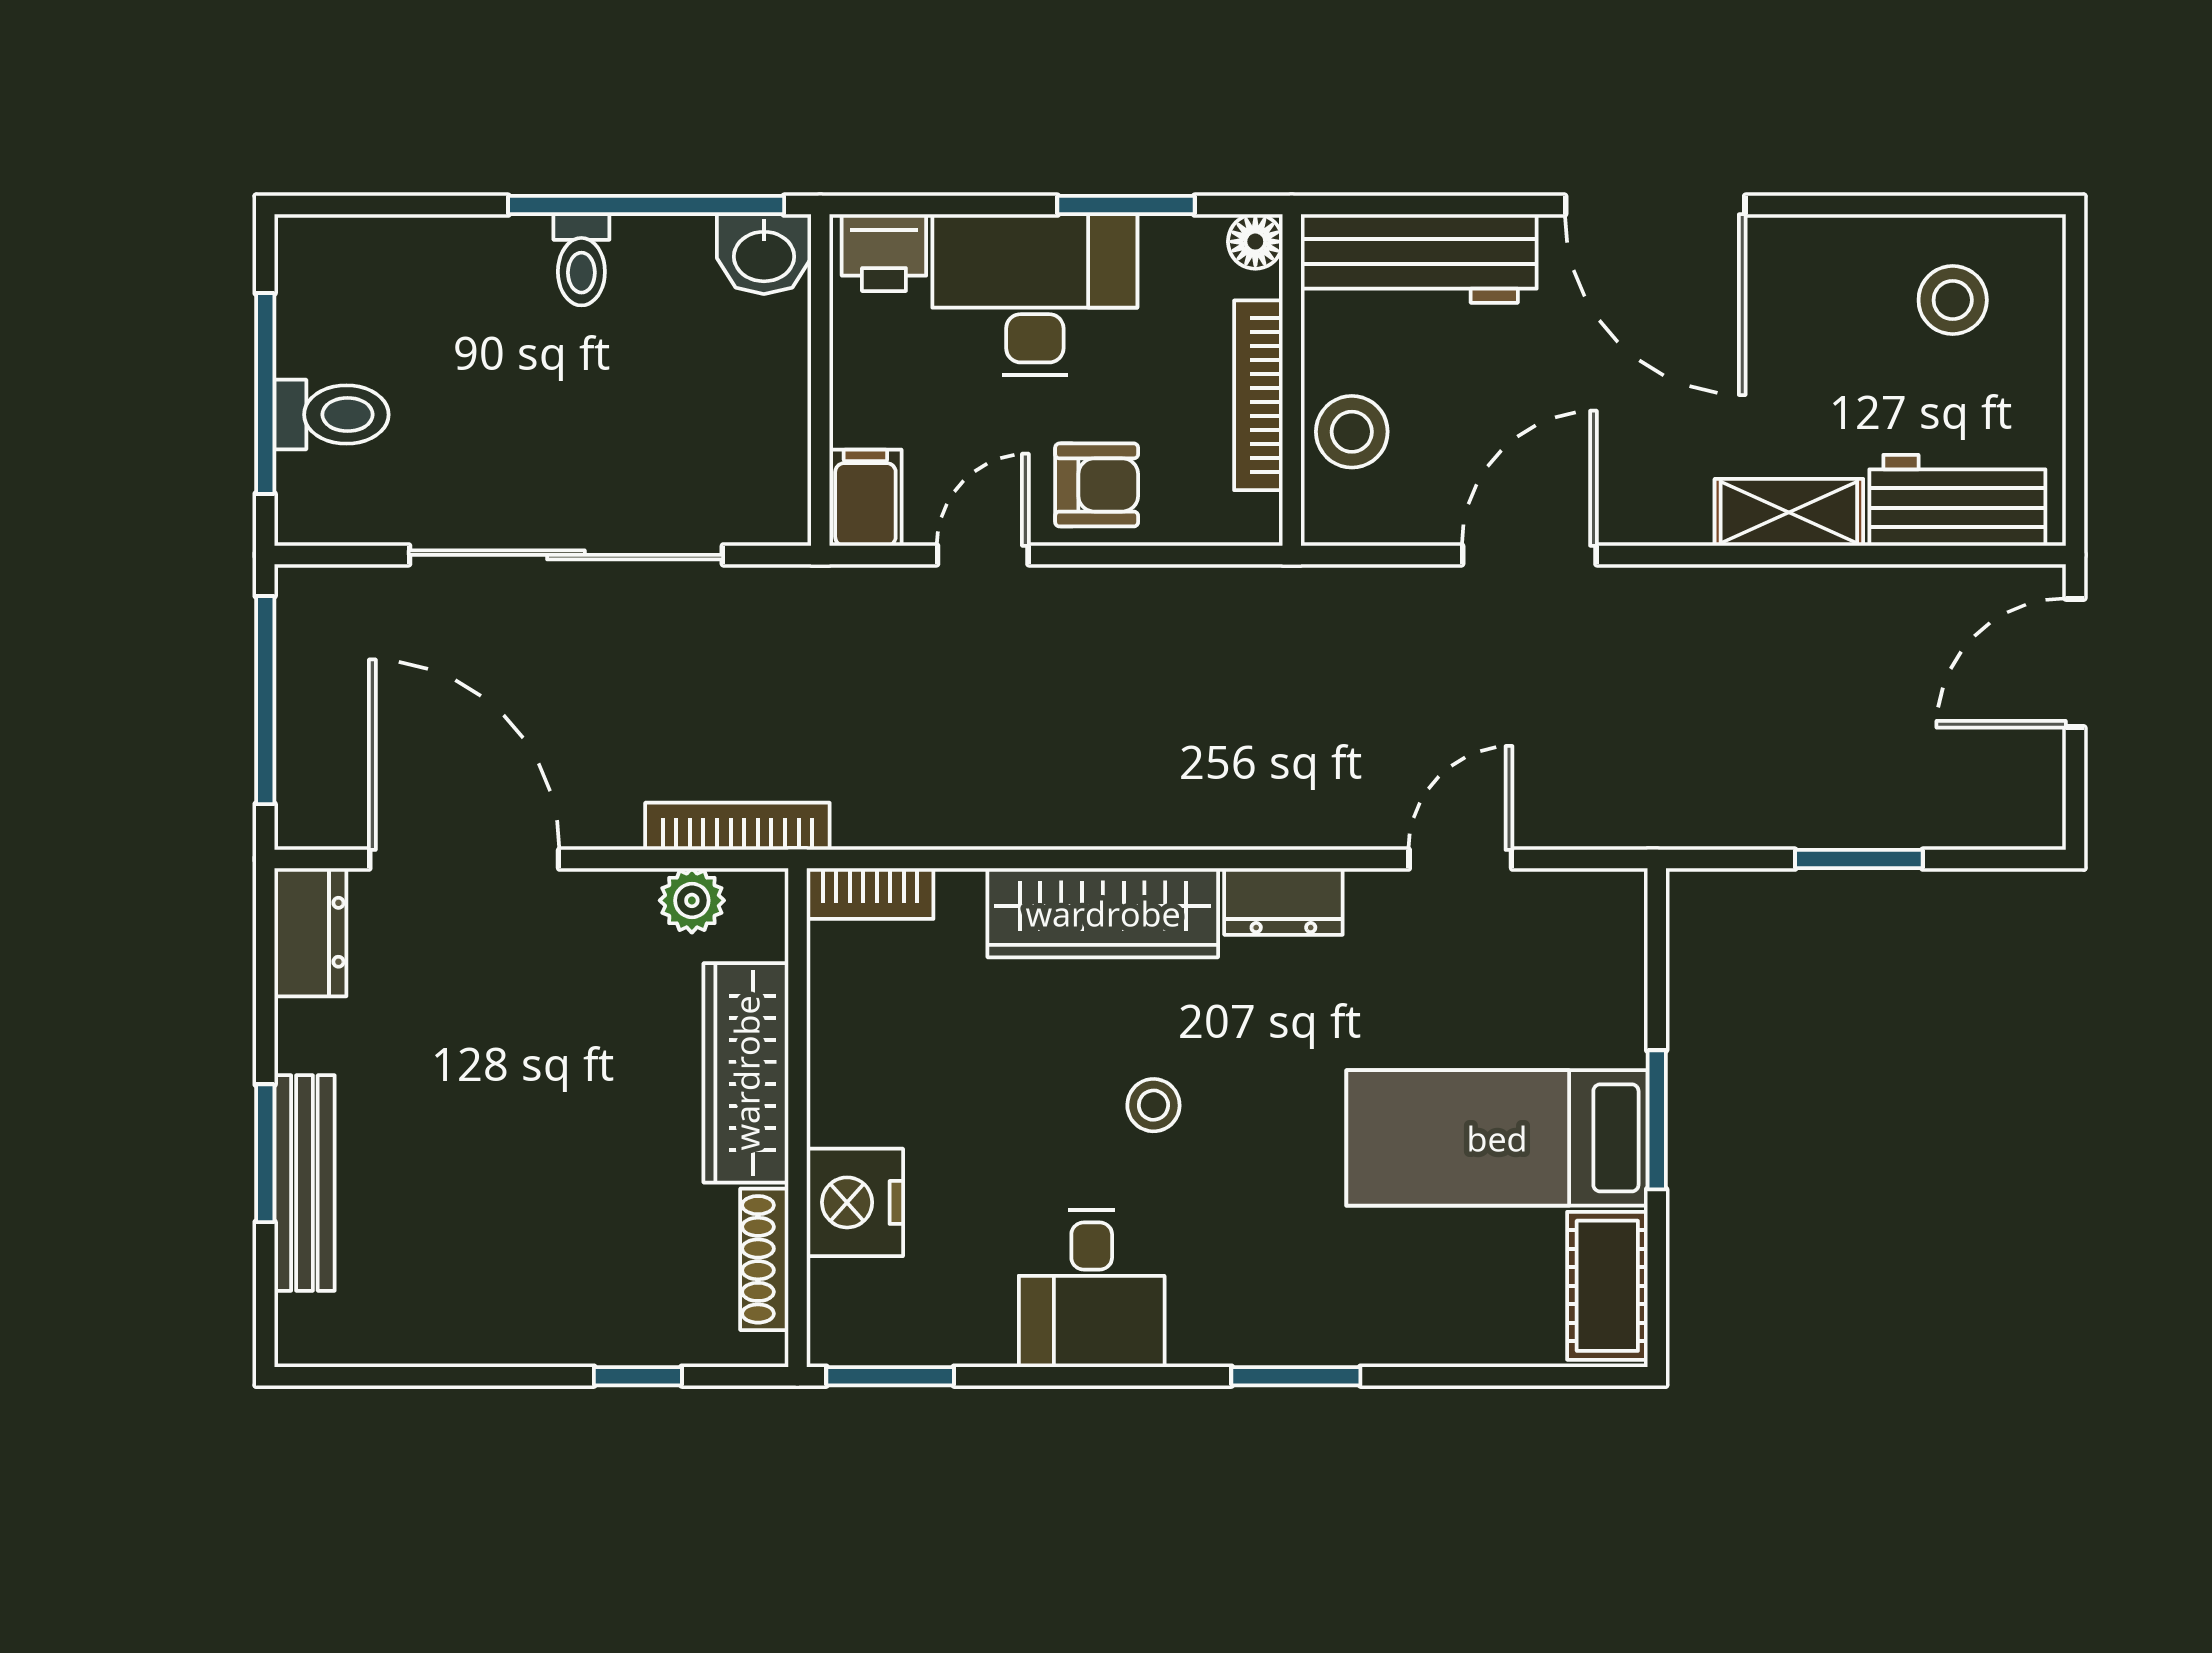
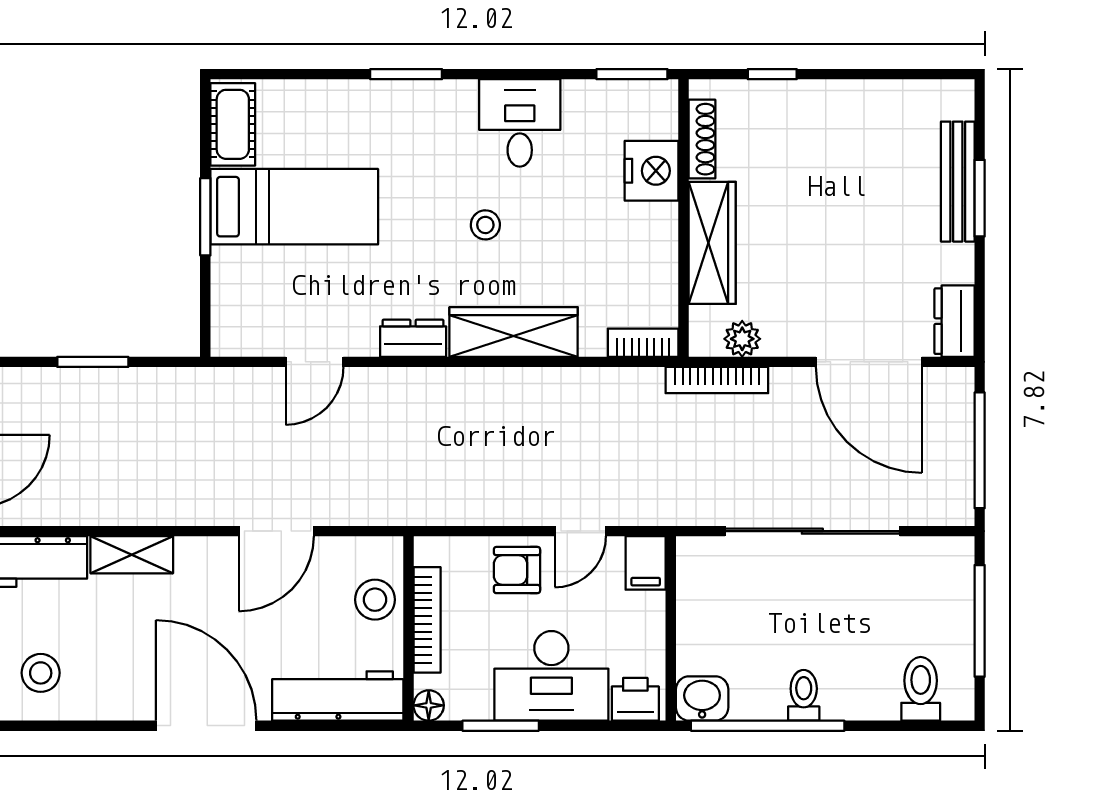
toilet: (332, 415) -> (921, 689), moved, turned 90

